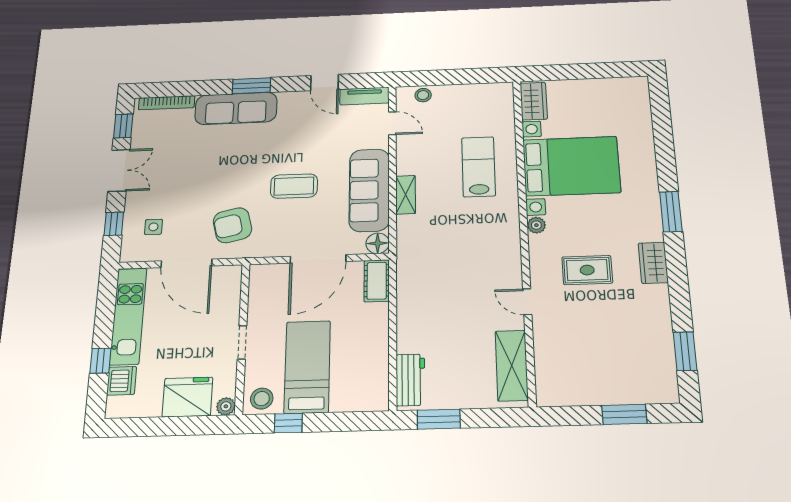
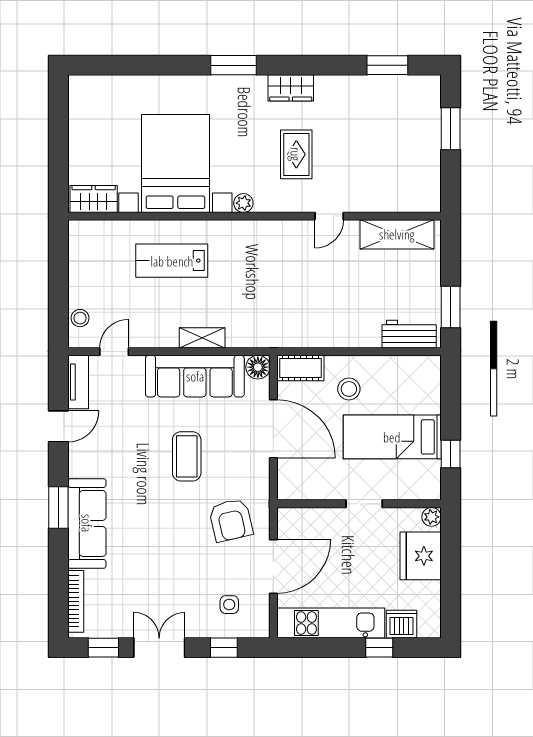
stool: (262, 399) -> (349, 389), moved

